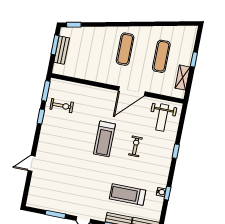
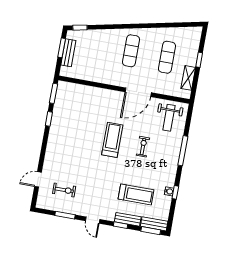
exercise bike: (62, 106) -> (64, 190), moved
treadmill: (104, 139) -> (112, 140), turned 180
window: (176, 151) -> (183, 151), width x2.17
door: (32, 163) -> (38, 179), moved
treadmill: (128, 195) -> (136, 194), turned 180

